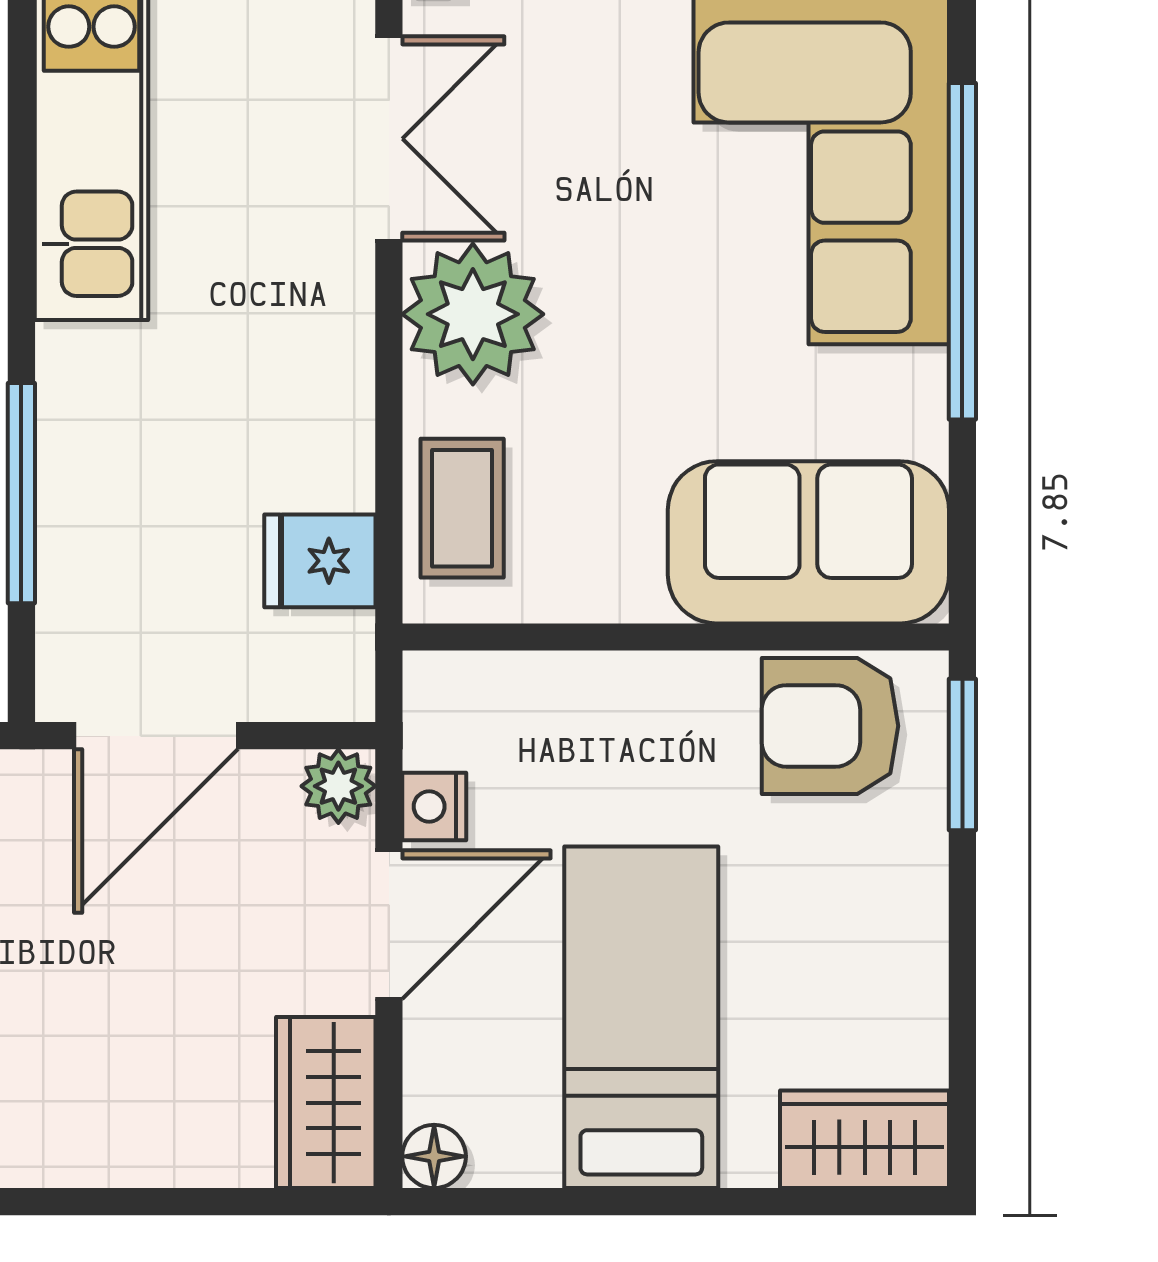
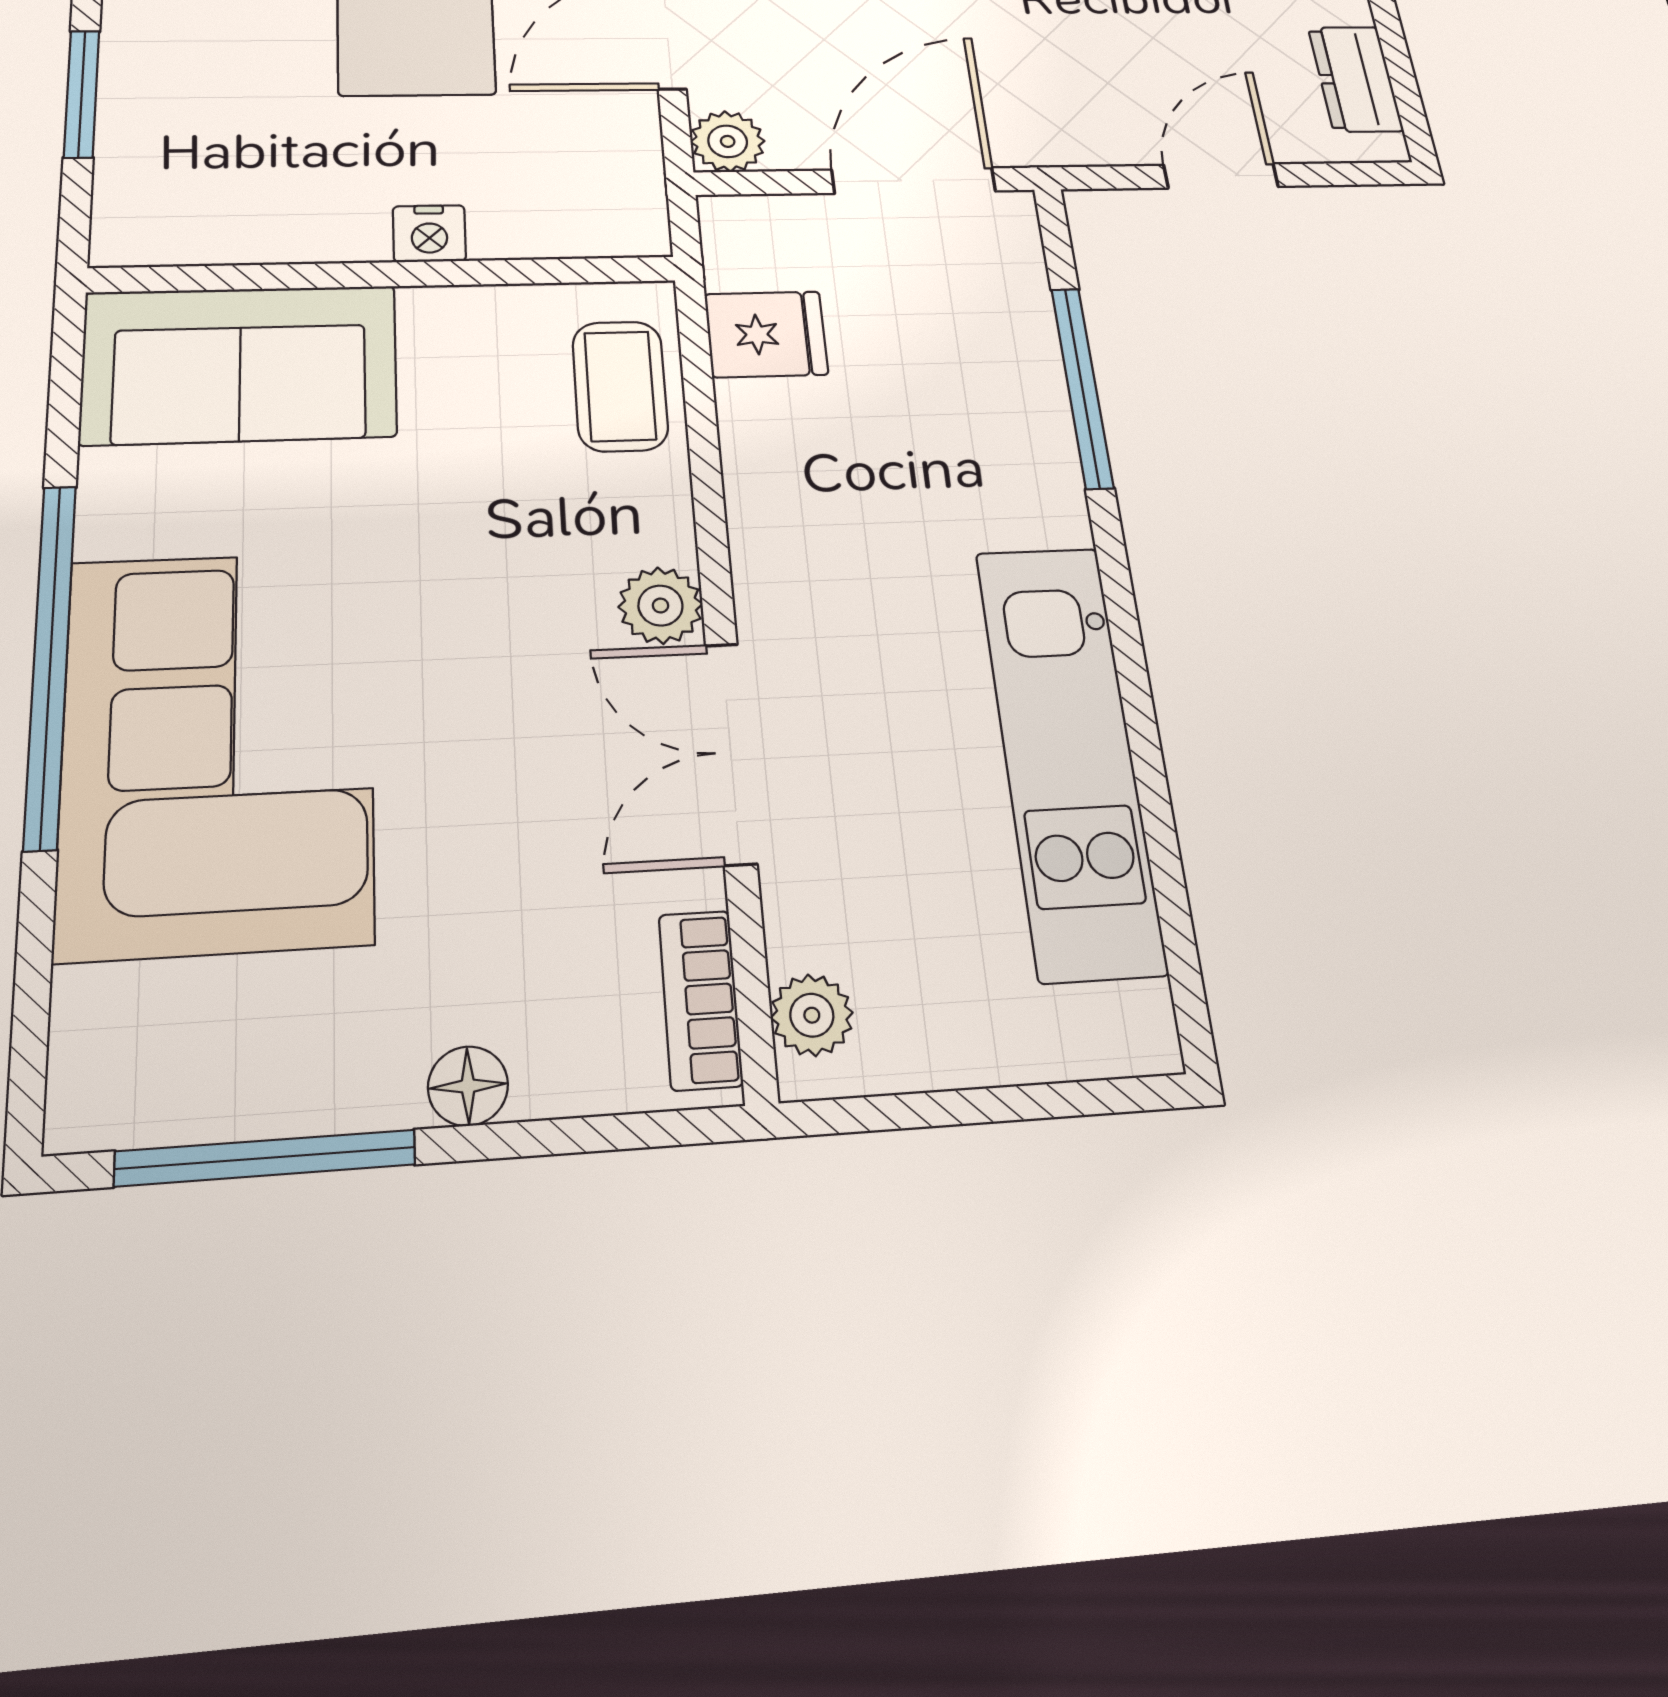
plant: (473, 314) -> (660, 606), width x0.53, depth x0.53
armchair: (830, 726) -> (219, 199), removed
window: (962, 754) -> (82, 94), moved
nightstand: (434, 806) -> (429, 234), moved, turned 90

